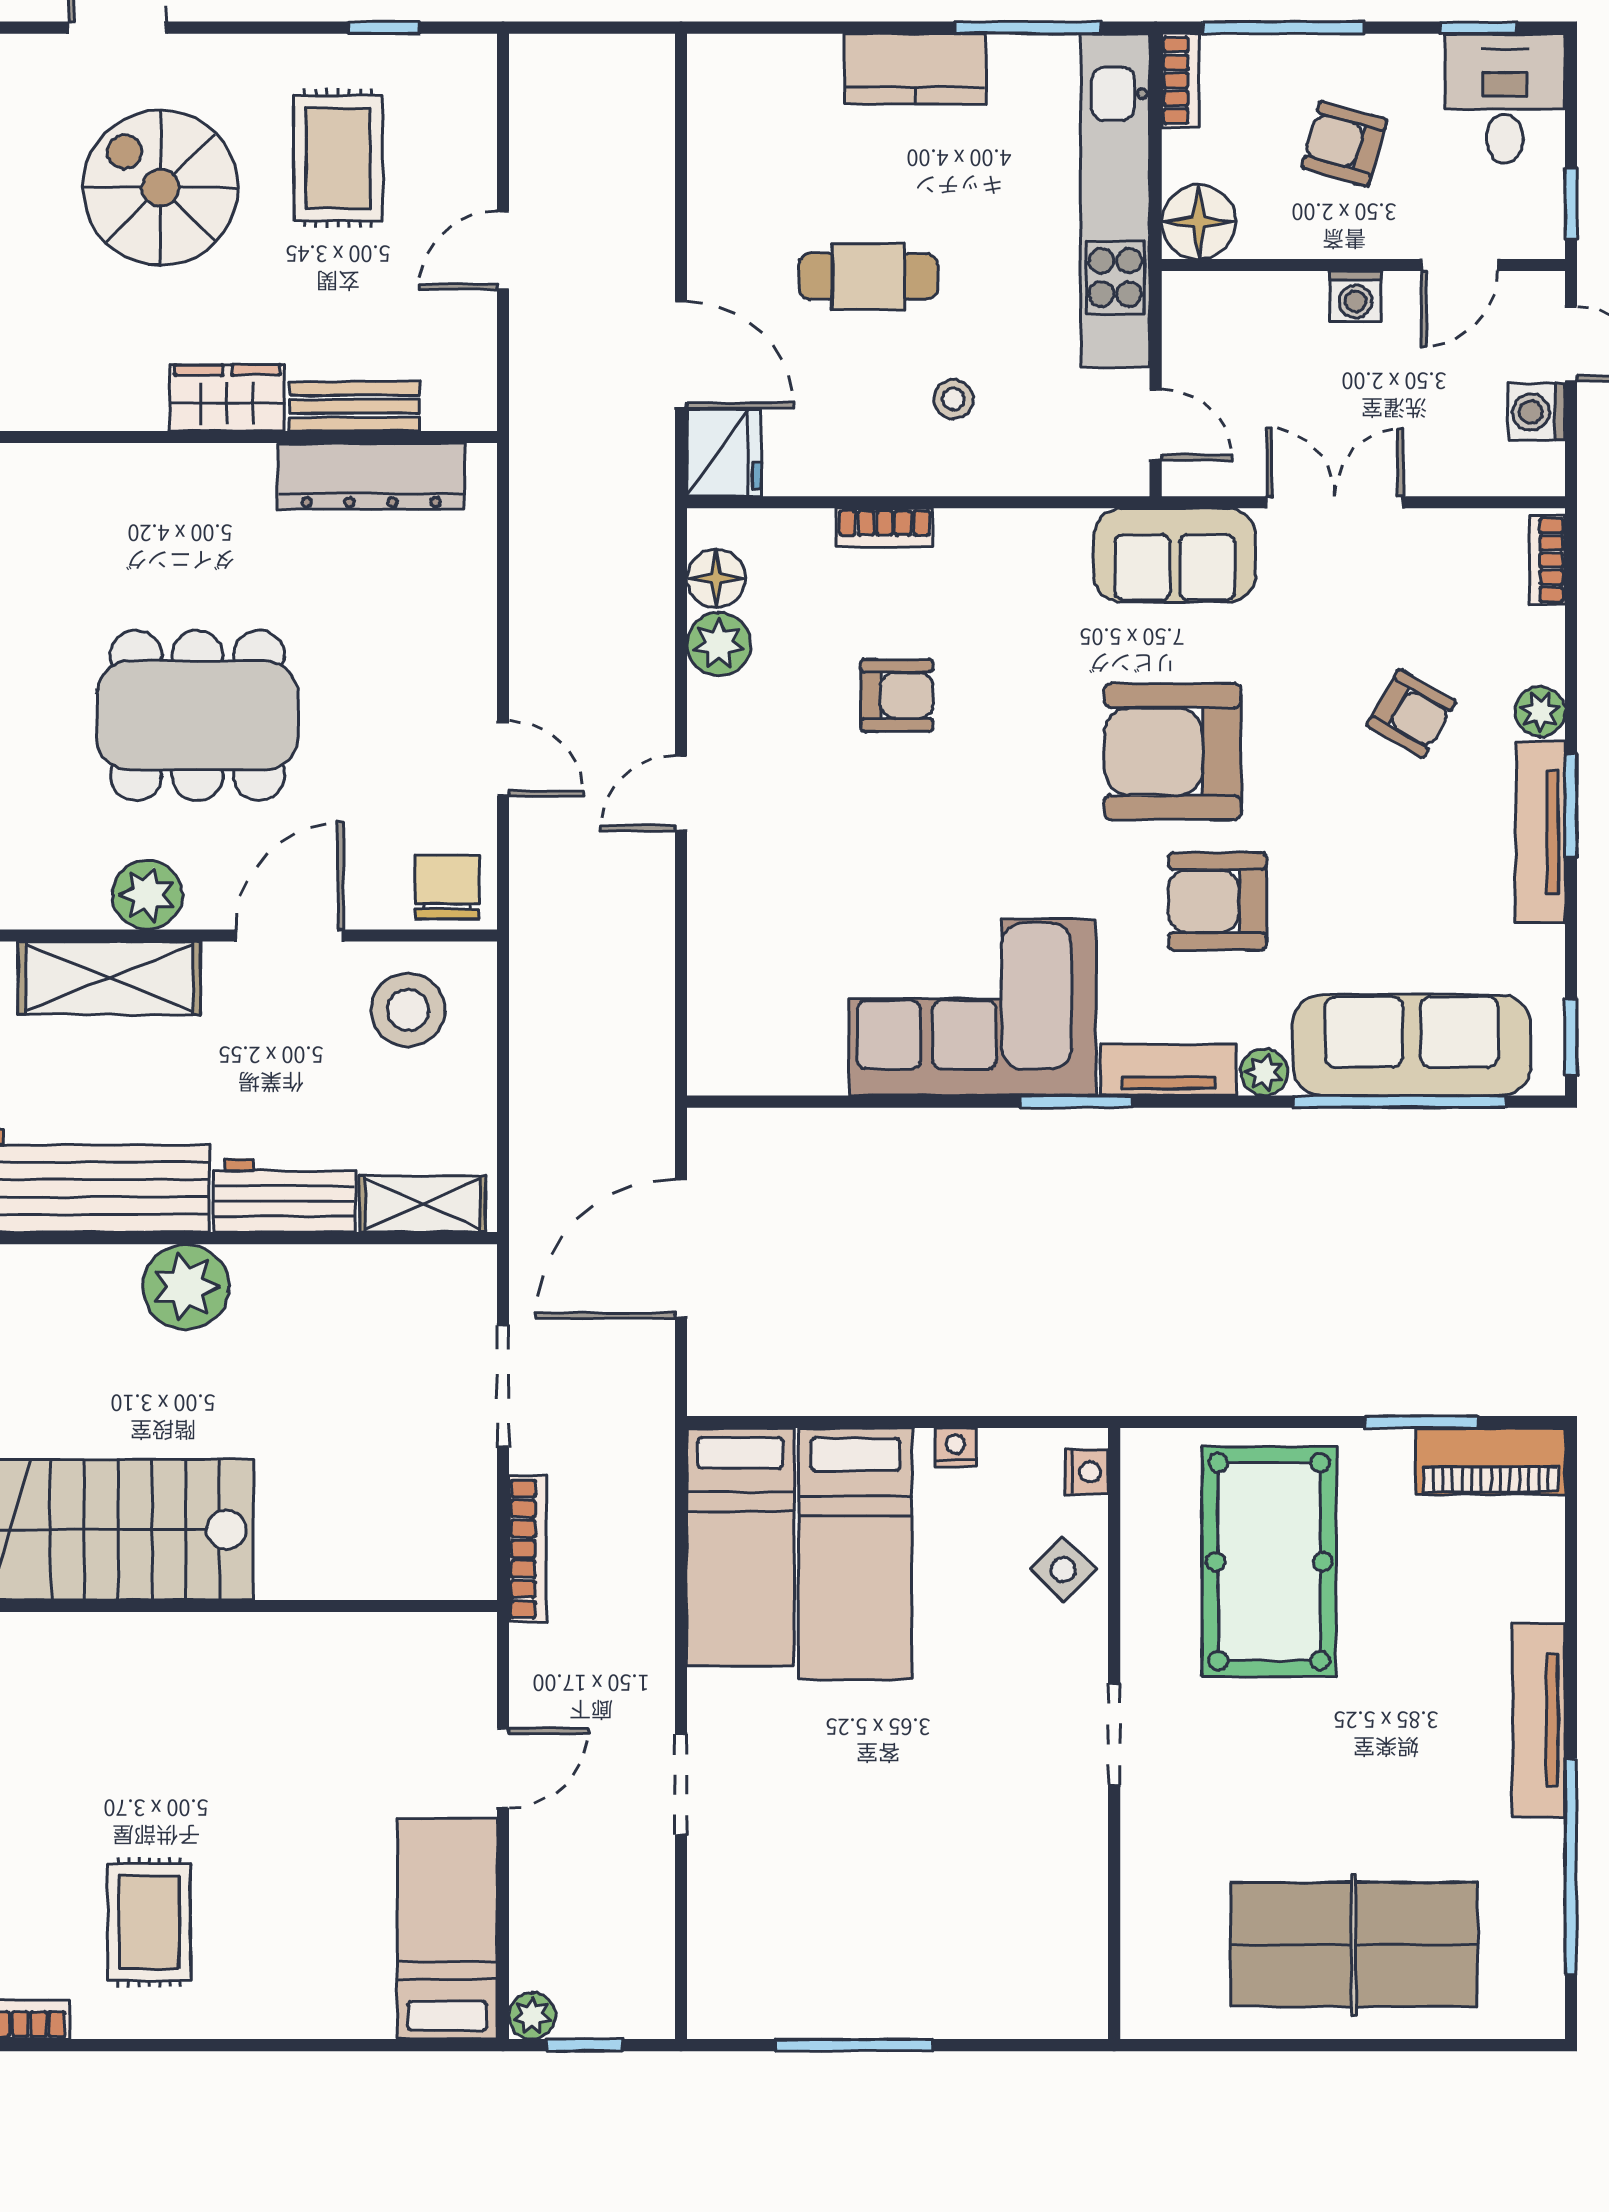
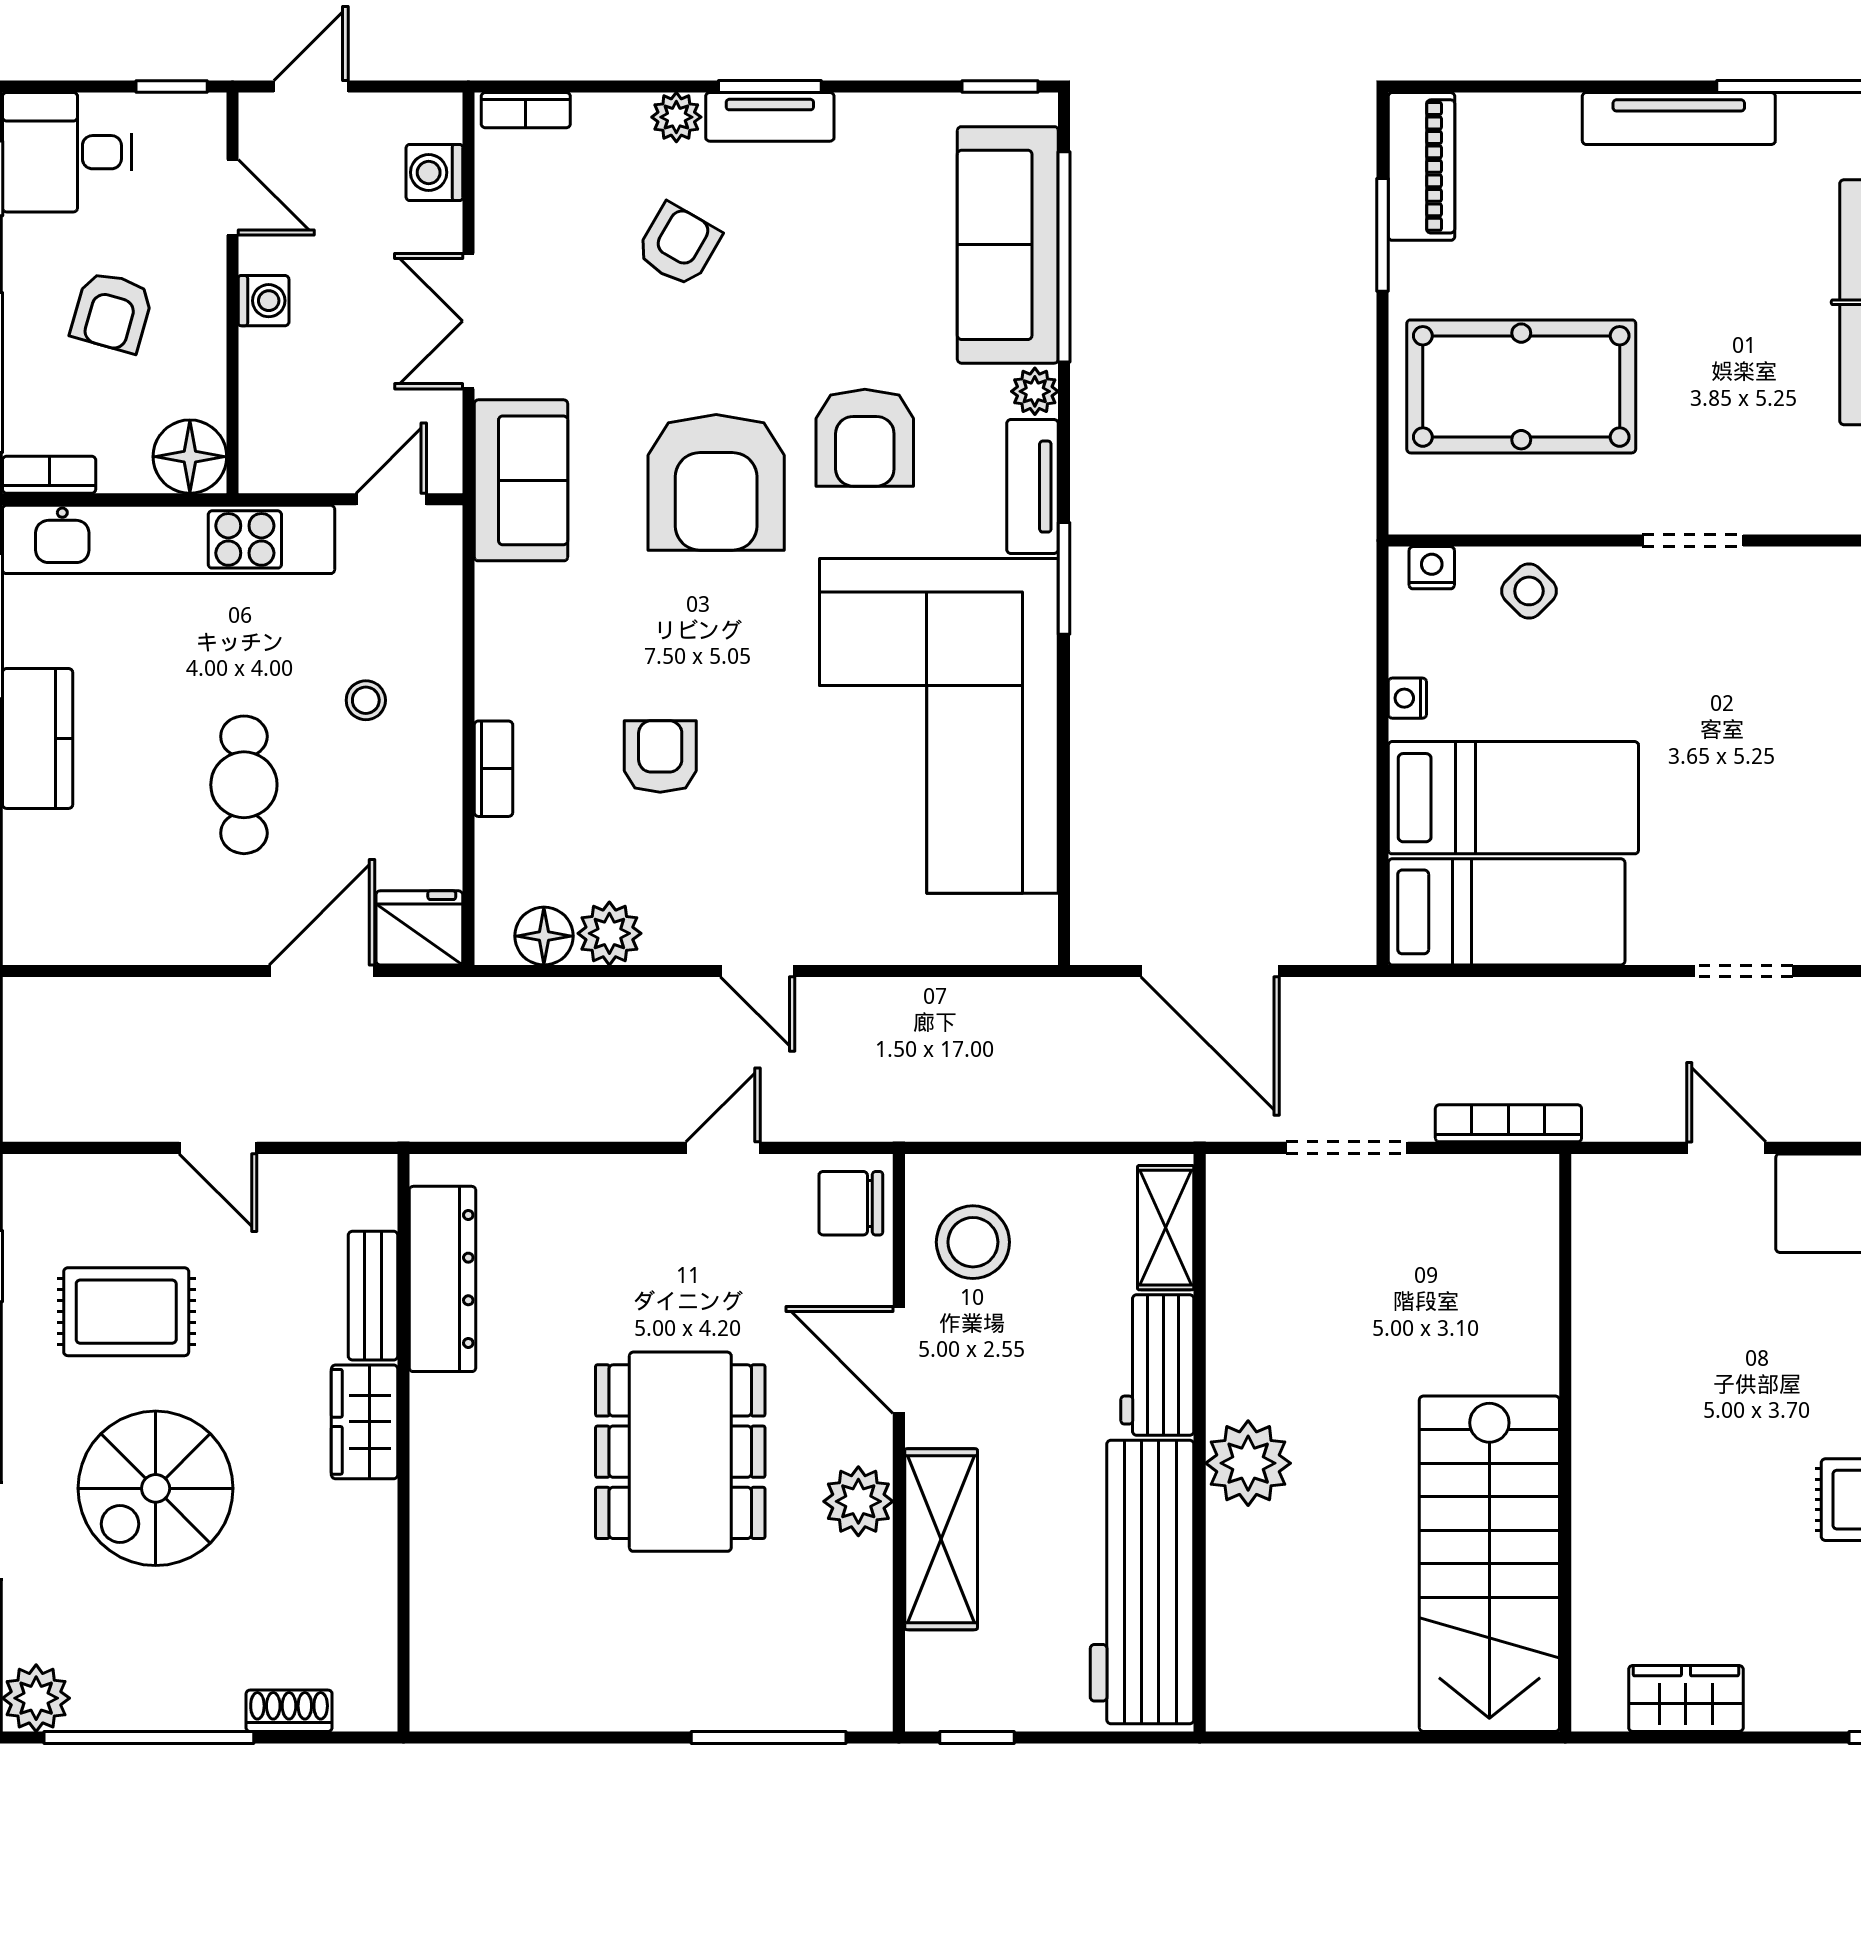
washing machine: (1537, 412) -> (434, 172), moved, turned 90
tv unit: (1540, 832) -> (770, 117), width x0.71
corner sofa: (972, 1007) -> (939, 726), width x1.36, depth x1.36

